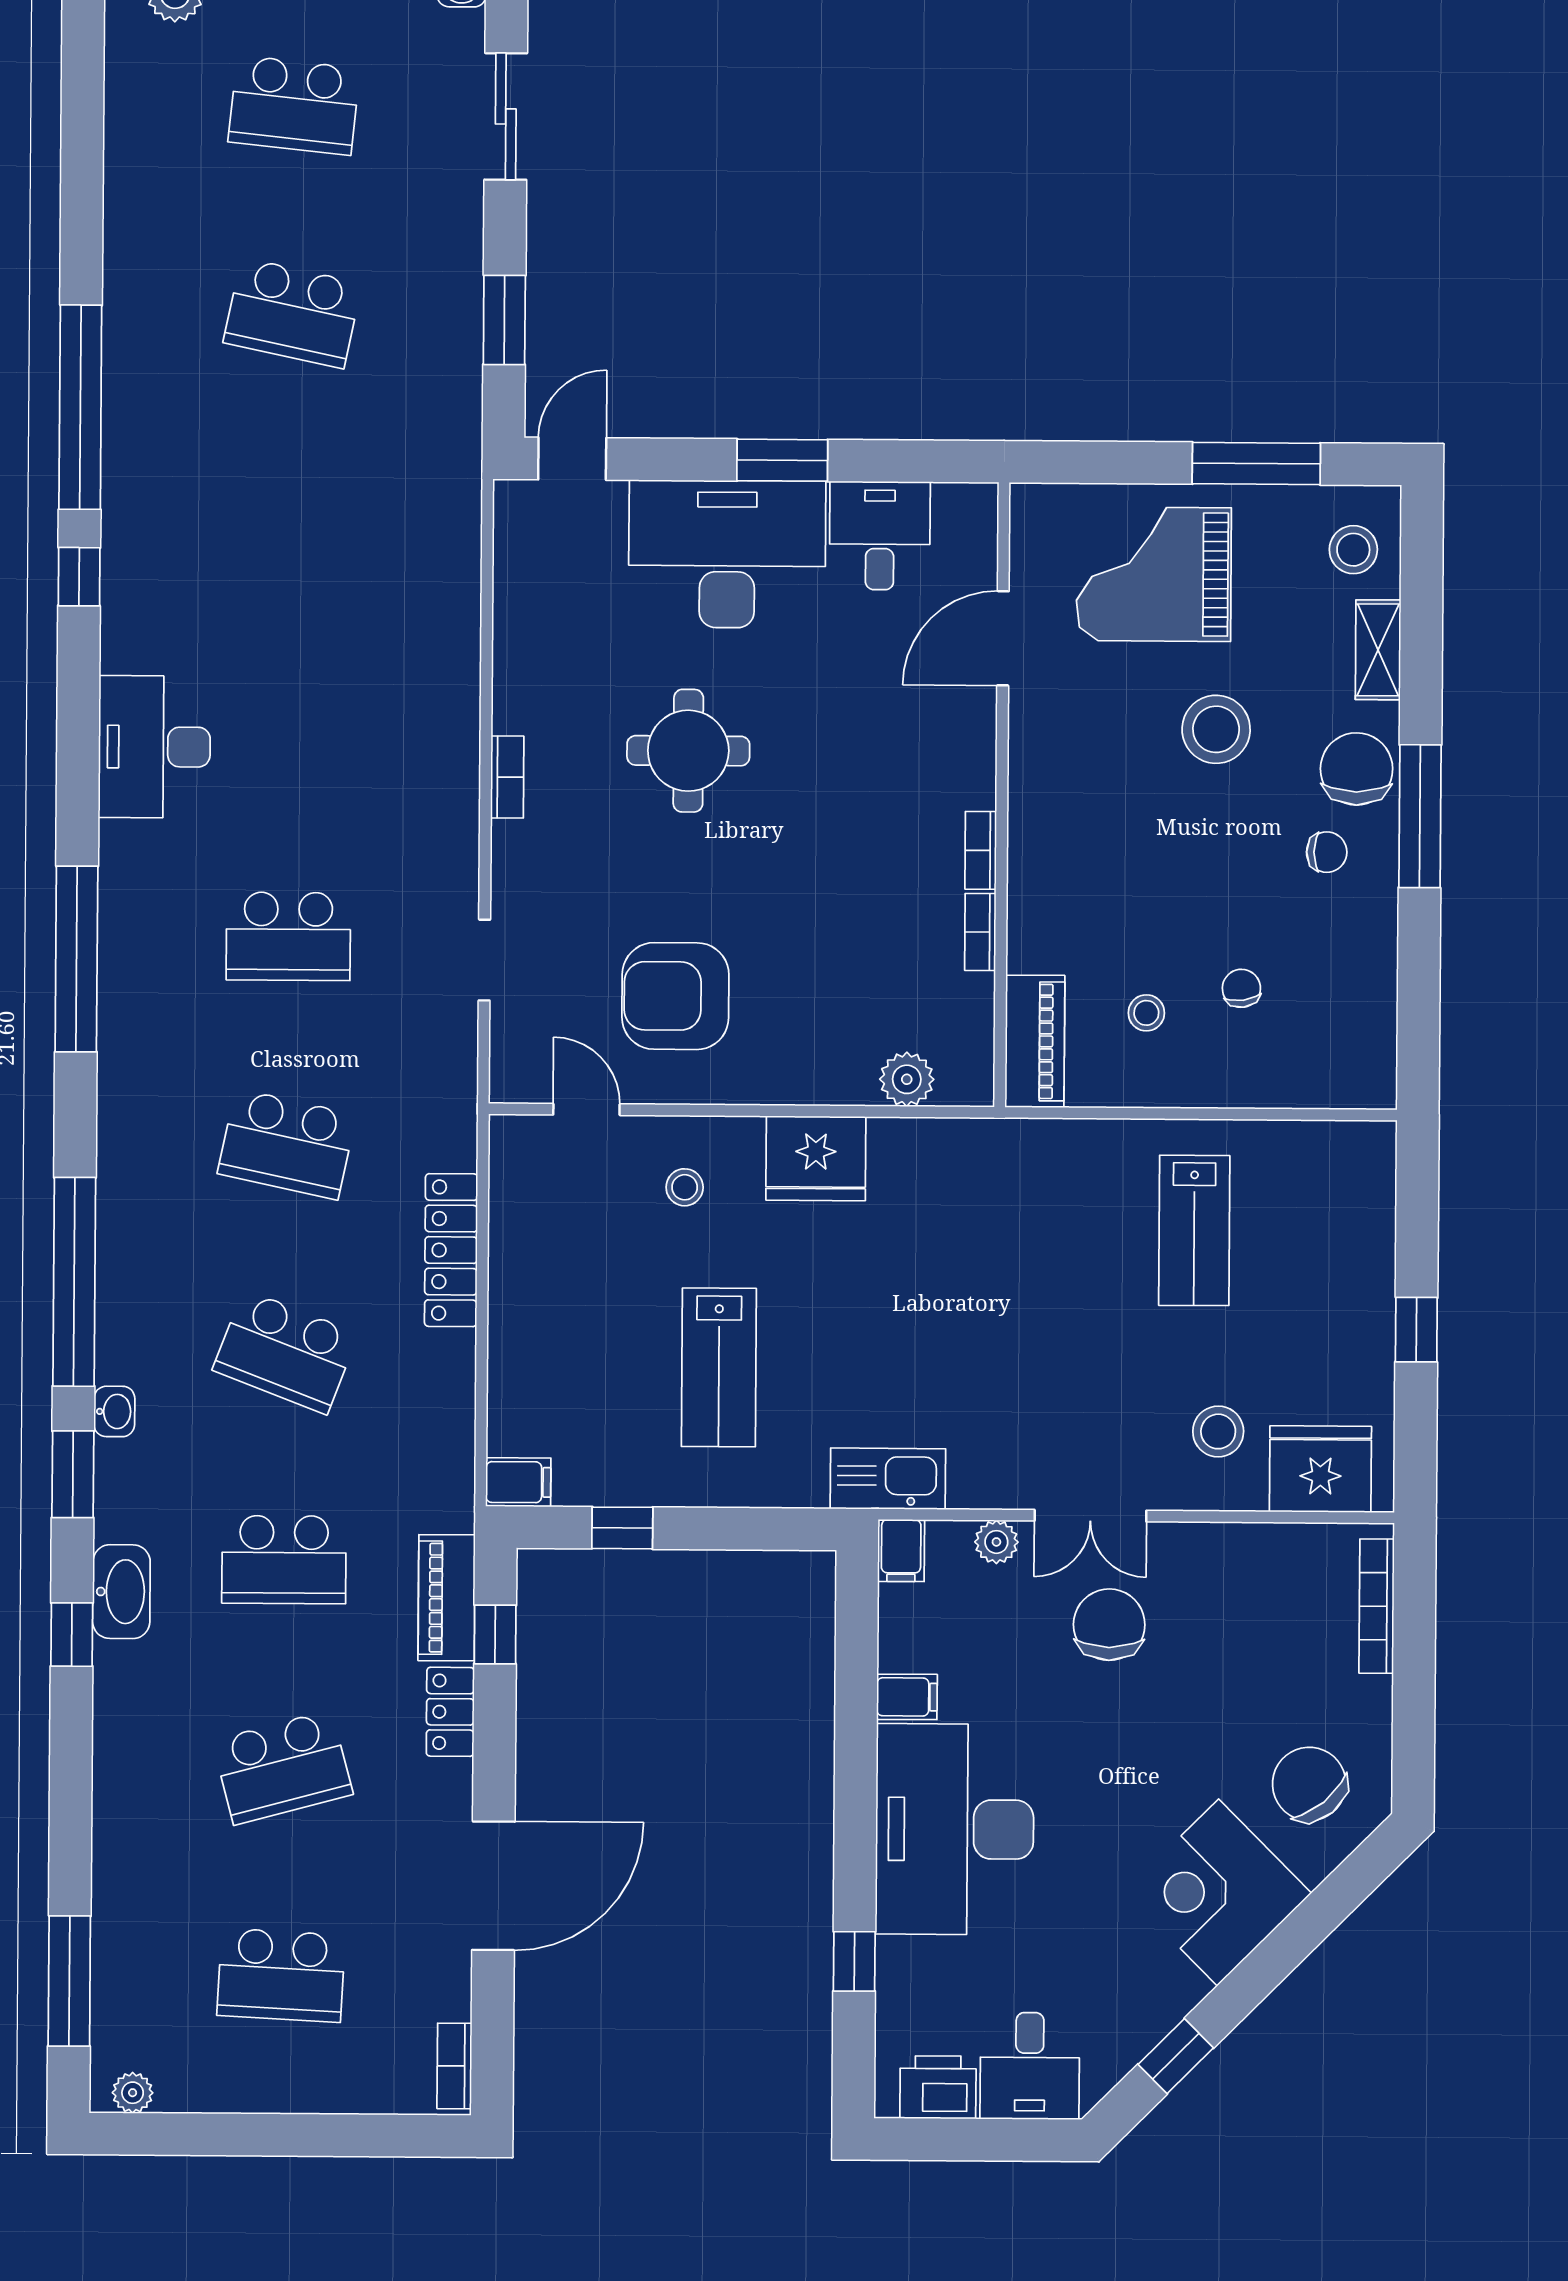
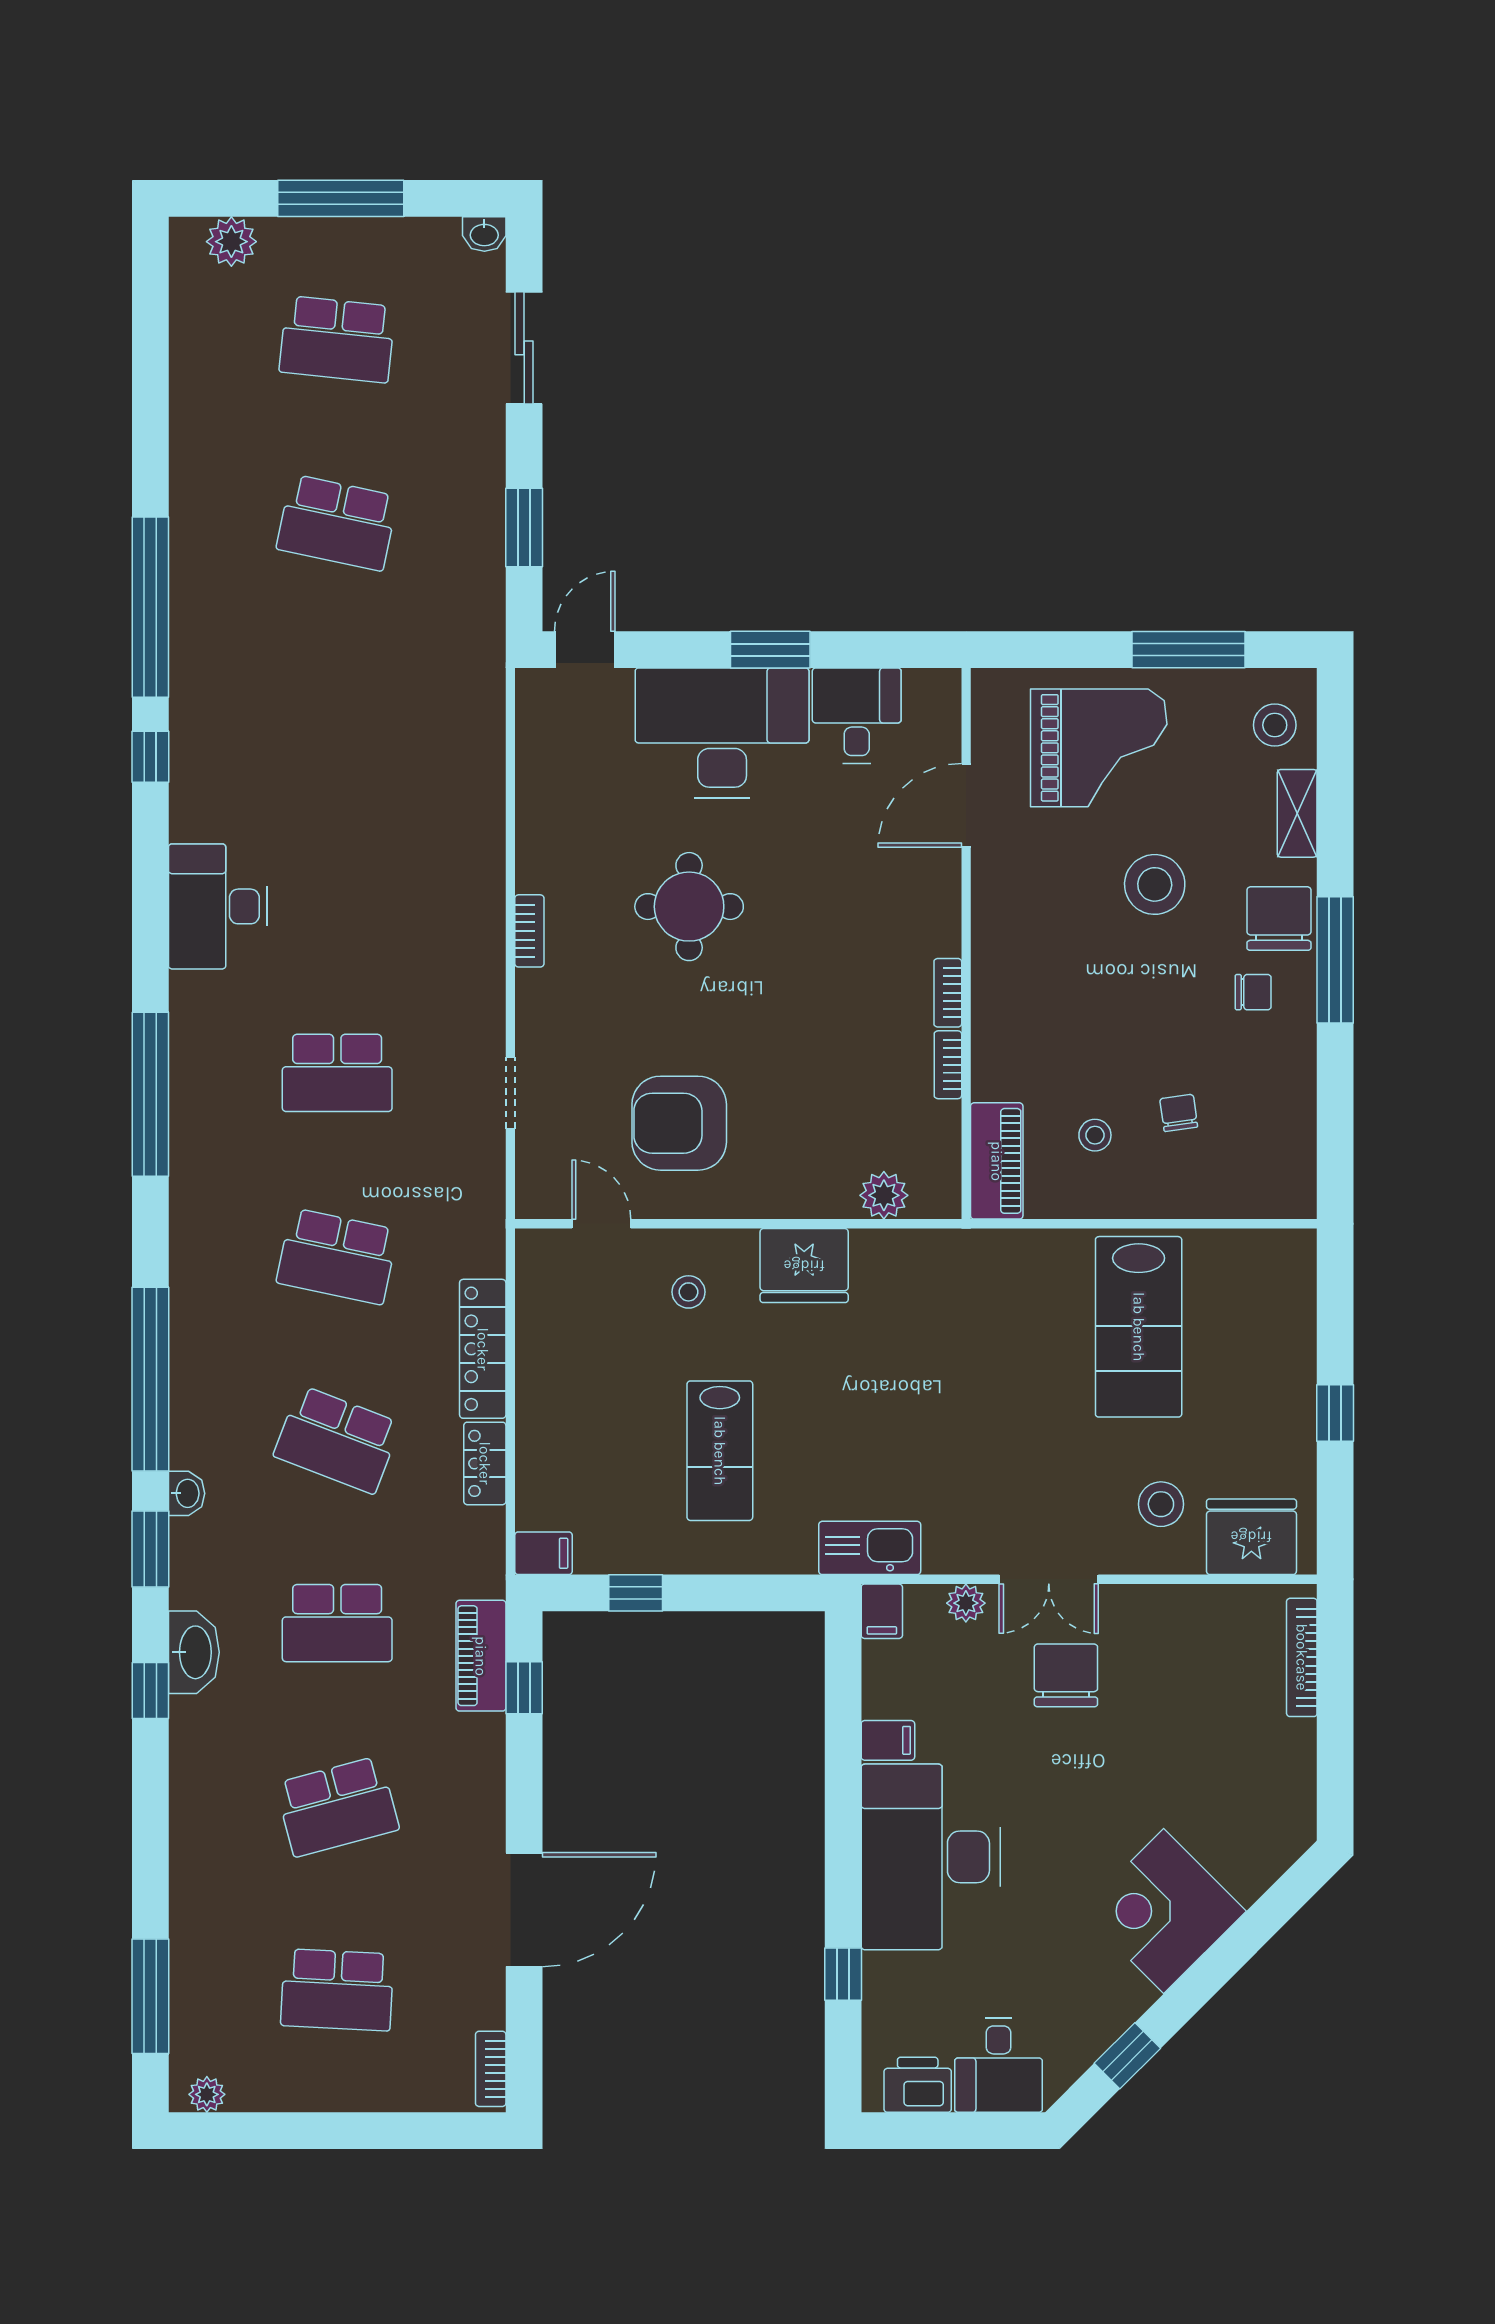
grand piano: (1154, 574) -> (1099, 748), turned 180
lab bench: (1194, 1230) -> (1139, 1327), width x1.36, depth x1.39
locker: (450, 1712) -> (485, 1463), moved
chair: (1309, 1784) -> (1243, 1815), removed

